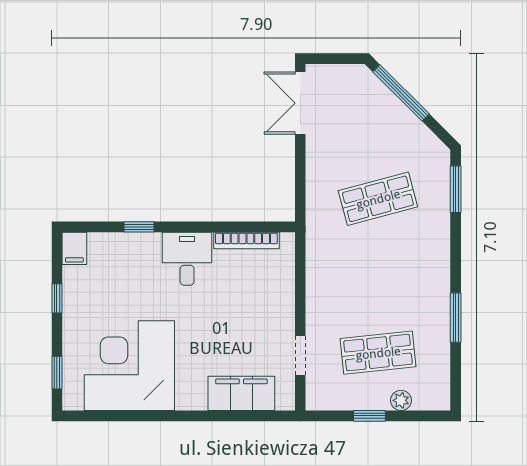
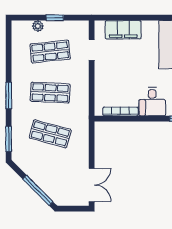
shop shelf: (378, 199) -> (50, 134), turned 30
shop shelf: (378, 276) -> (50, 93), added
window: (456, 318) -> (9, 95), moved

